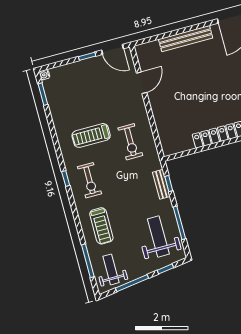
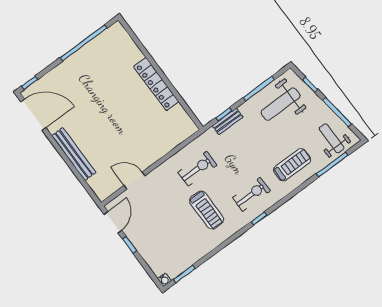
weight bench: (111, 269) -> (332, 138), turned 90

